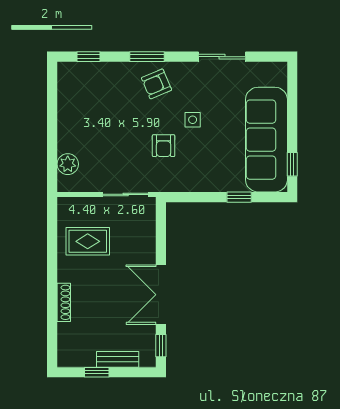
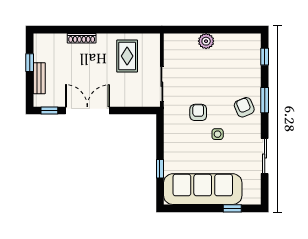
armchair: (164, 146) -> (198, 112), turned 90
plant: (68, 164) -> (206, 41), moved
window: (292, 164) -> (232, 208), moved

